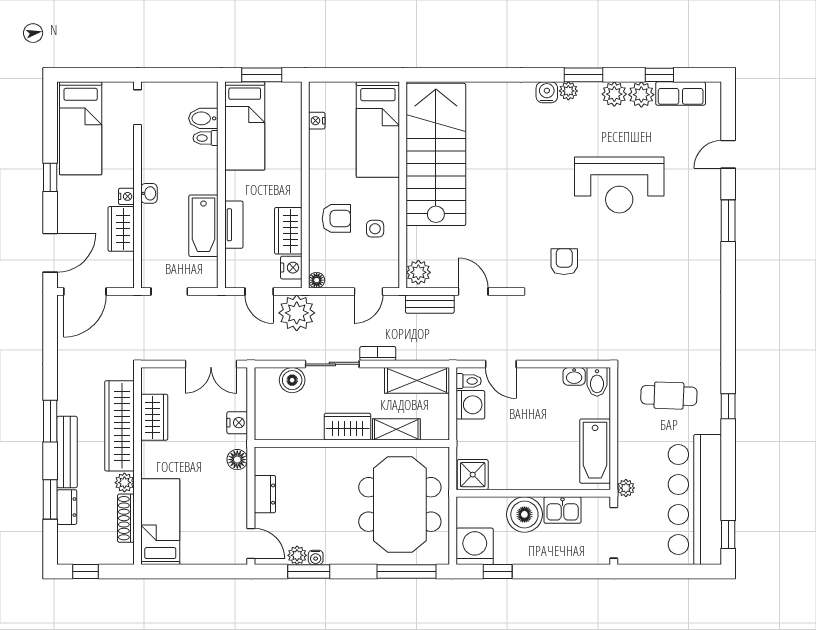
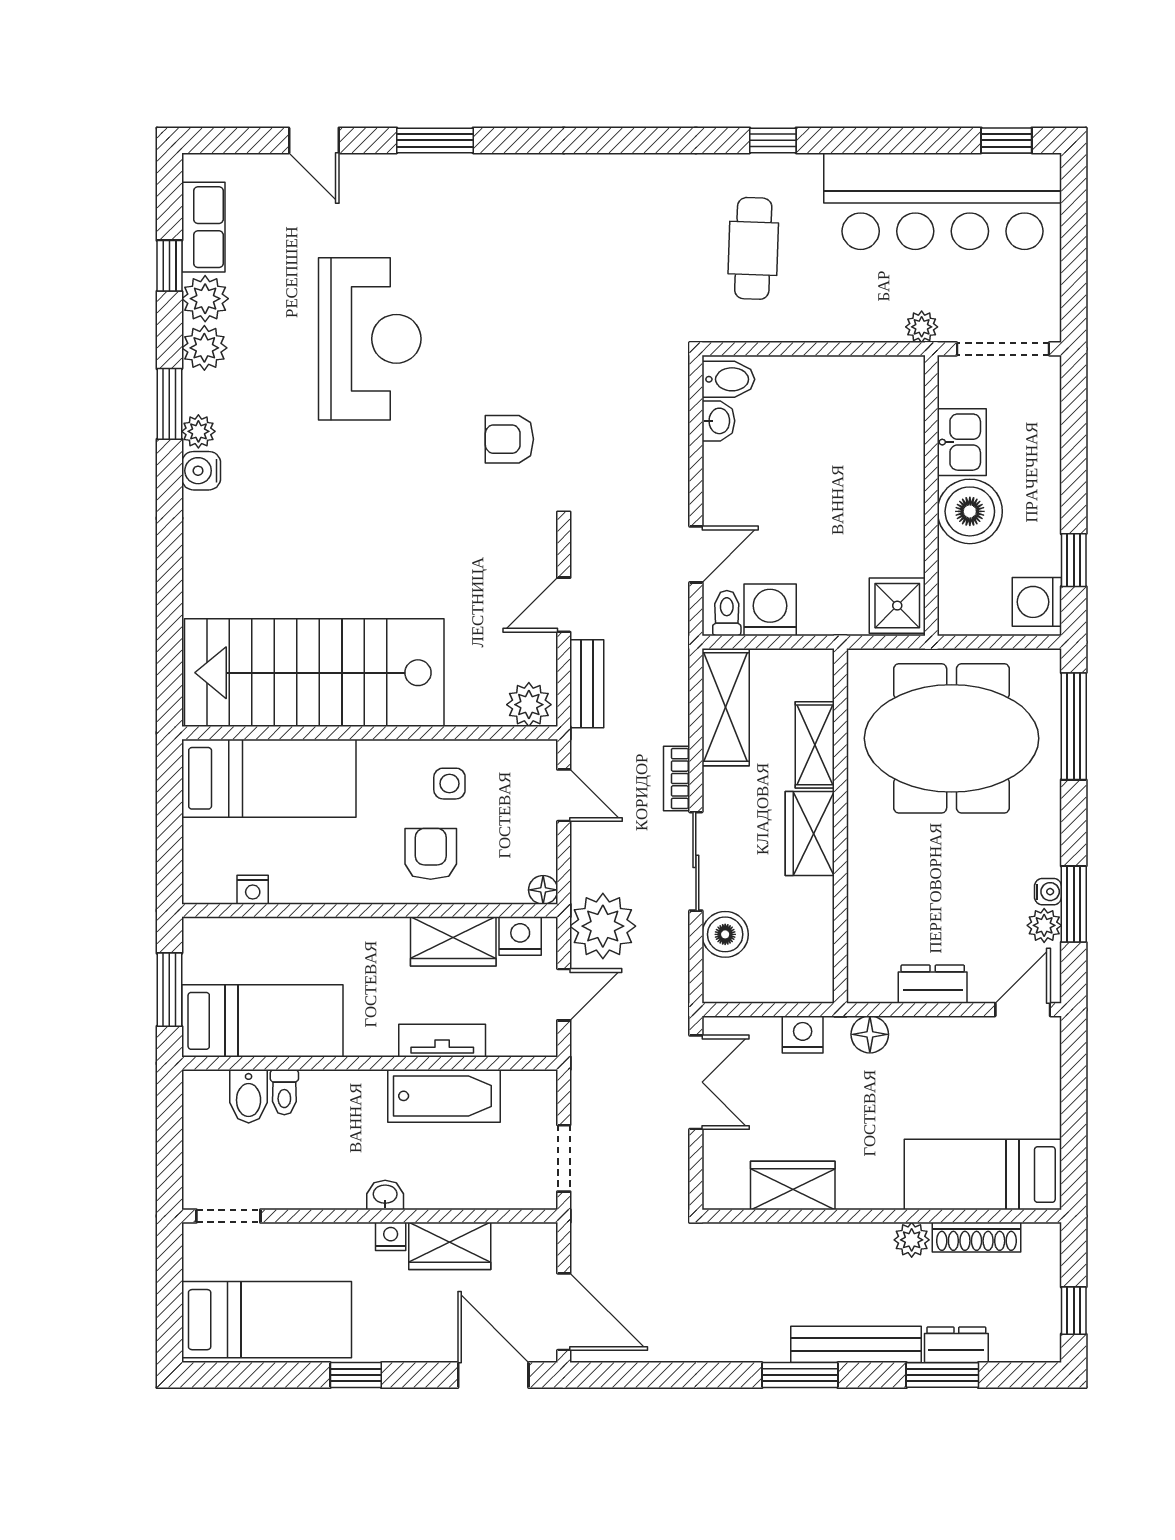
wardrobe: (119, 426) -> (808, 1249), removed
bathtub: (595, 451) -> (854, 383), removed
washing machine: (475, 546) -> (1037, 602), width x0.73, depth x0.73

